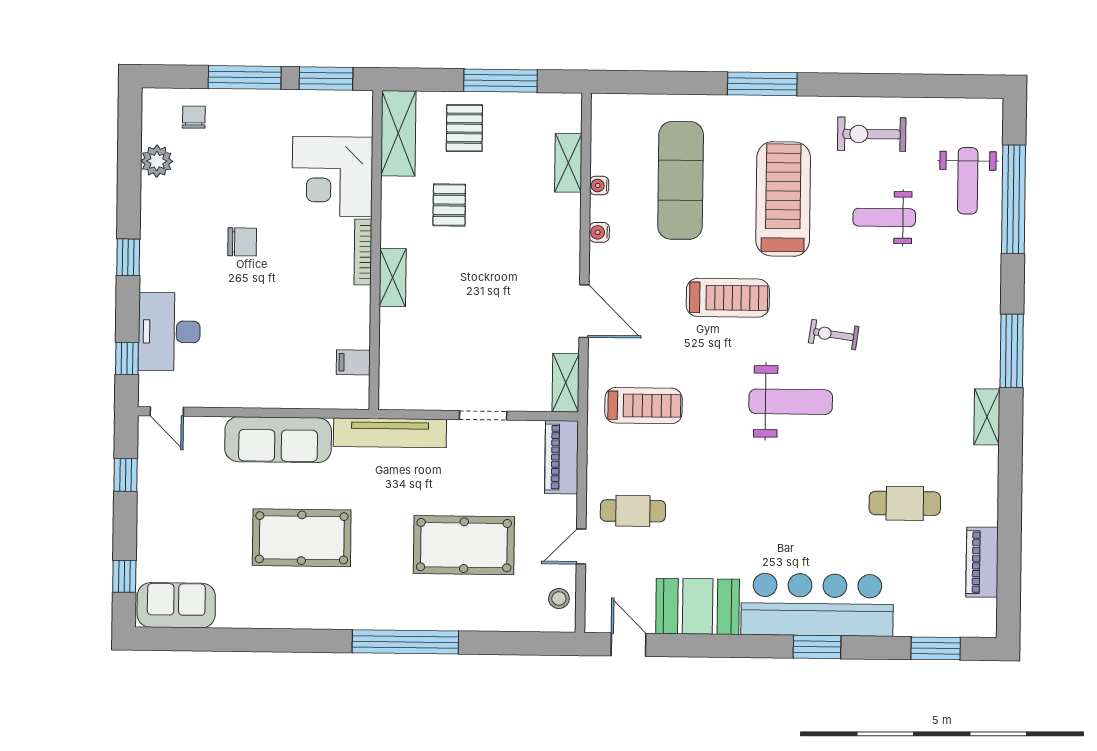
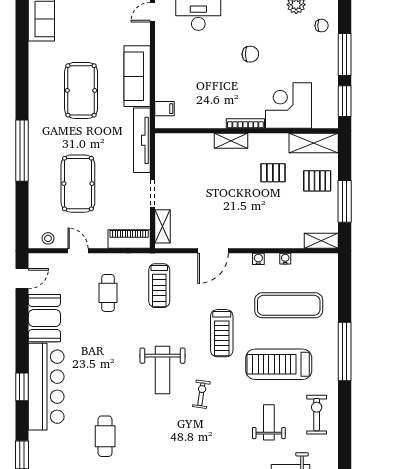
window: (762, 84) -> (345, 351), width x1.46
shelving: (568, 163) -> (321, 241), moved
treadmill: (783, 199) -> (279, 364), turned 180
chair: (242, 242) -> (250, 54), turned -90
filing cabinet: (353, 362) -> (165, 109), moved, turned 90
shelving: (566, 383) -> (163, 226), moved, turned 90
cafe table: (633, 511) -> (108, 293), moved

